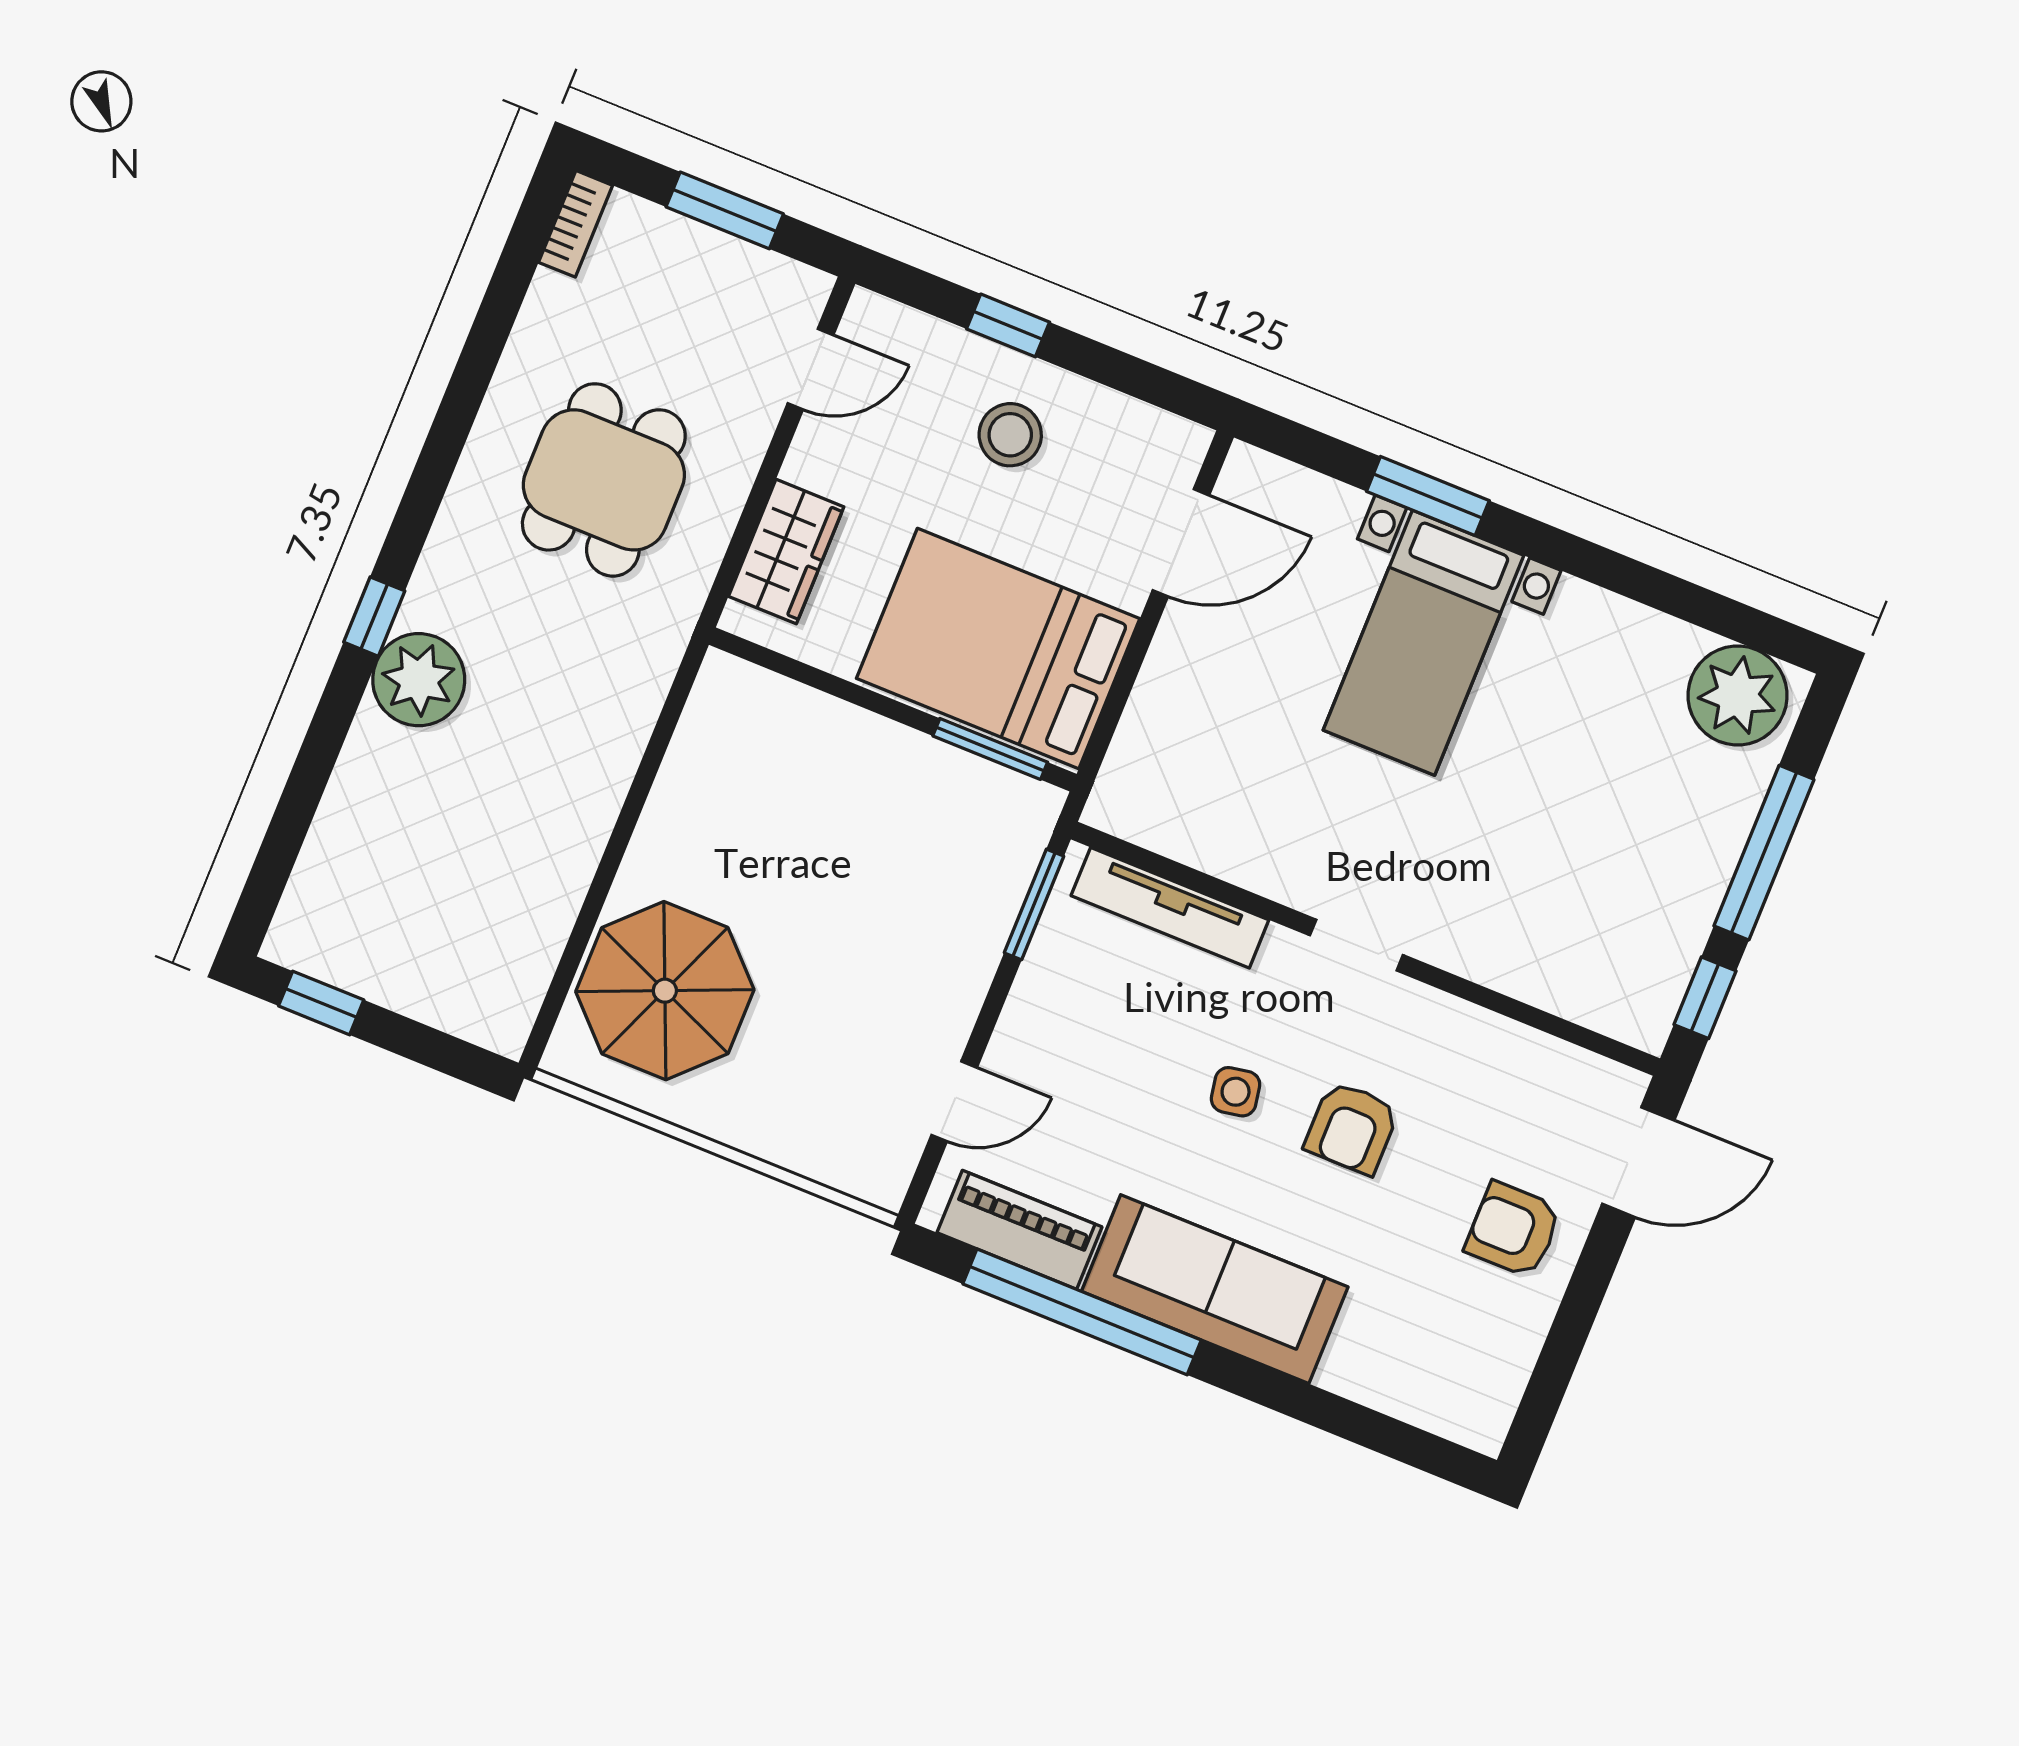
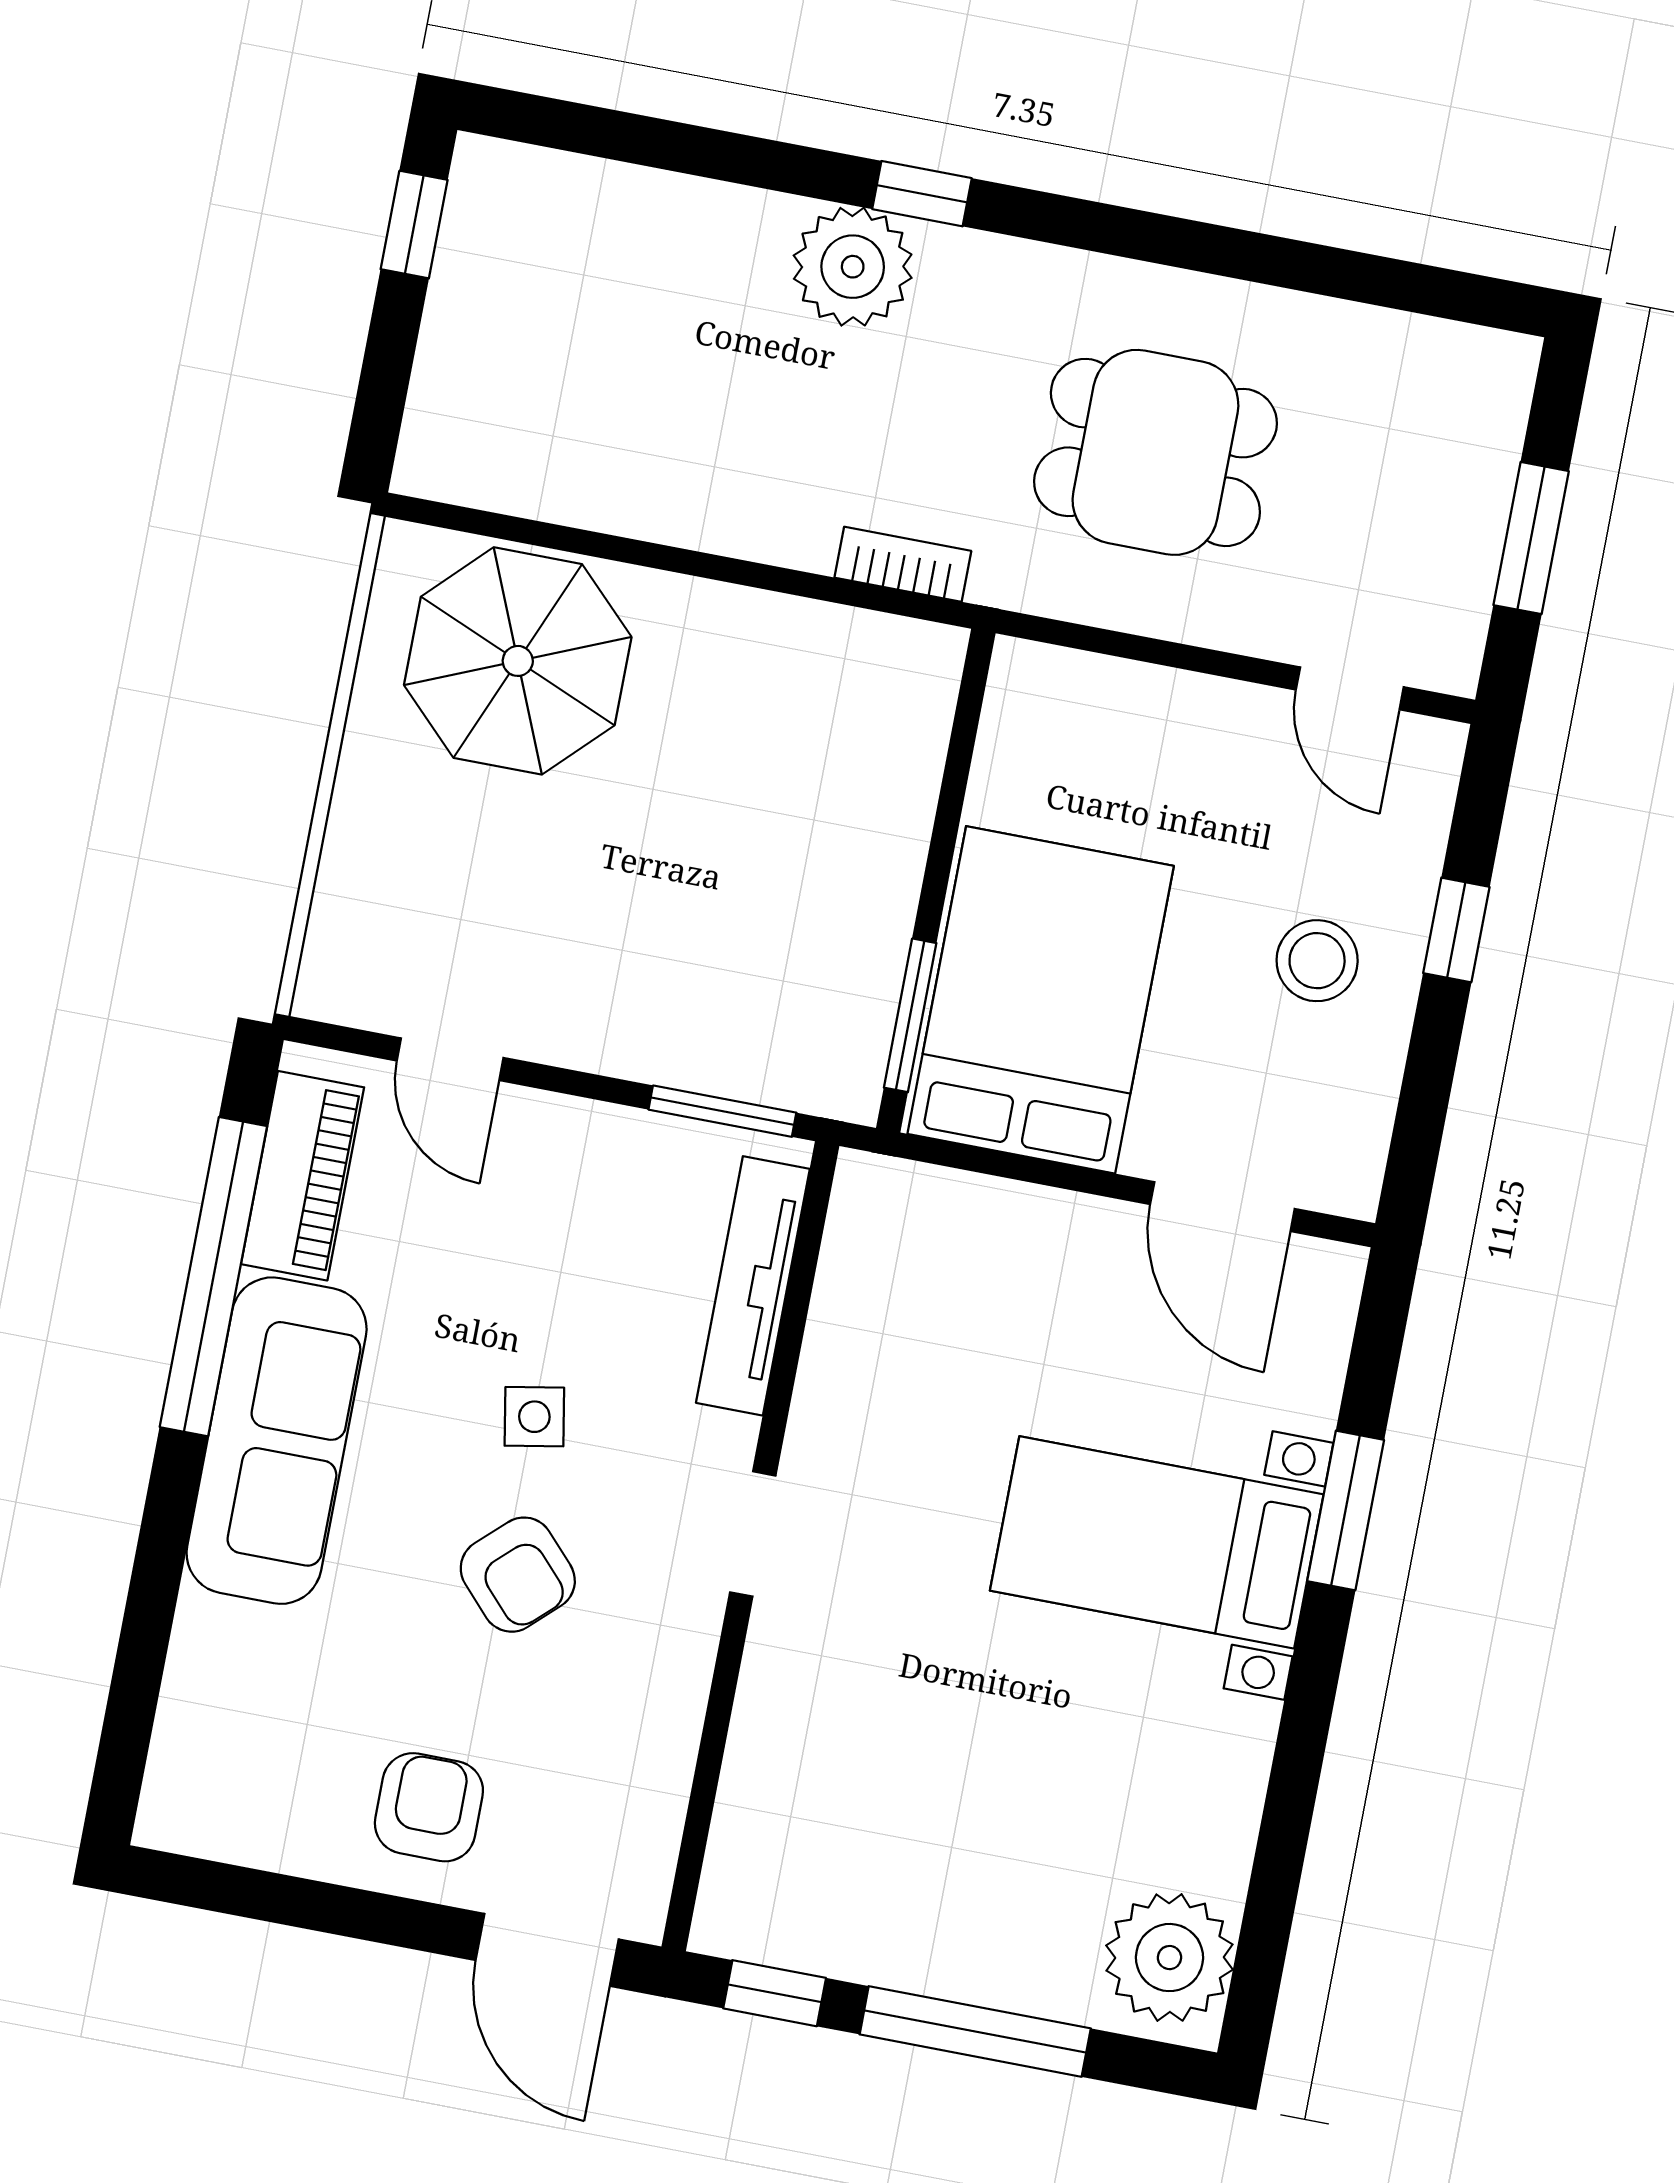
bookcase: (576, 224) -> (903, 564), moved, turned 180
wardrobe: (786, 552) -> (1110, 704), removed
armchair: (1352, 1128) -> (518, 1575), turned -133

